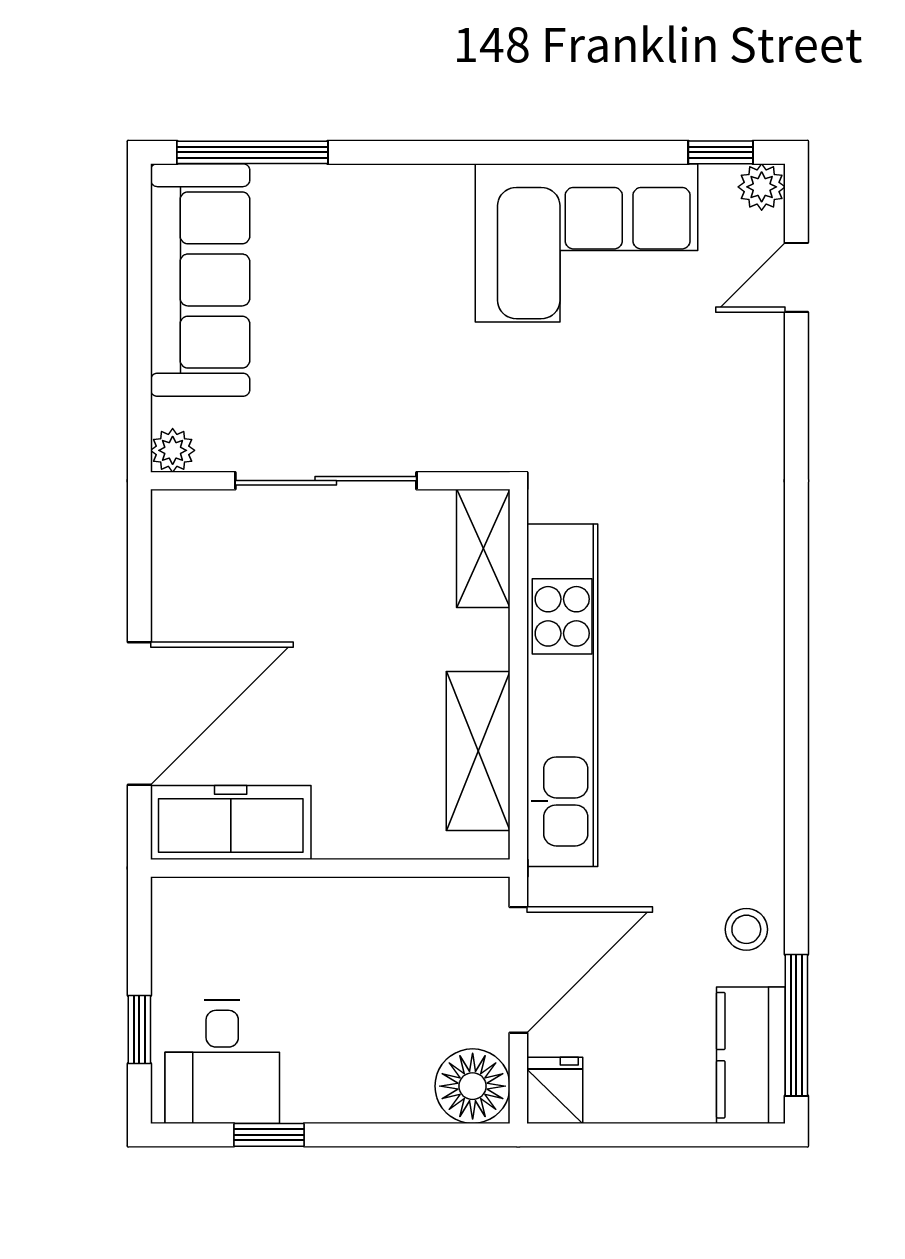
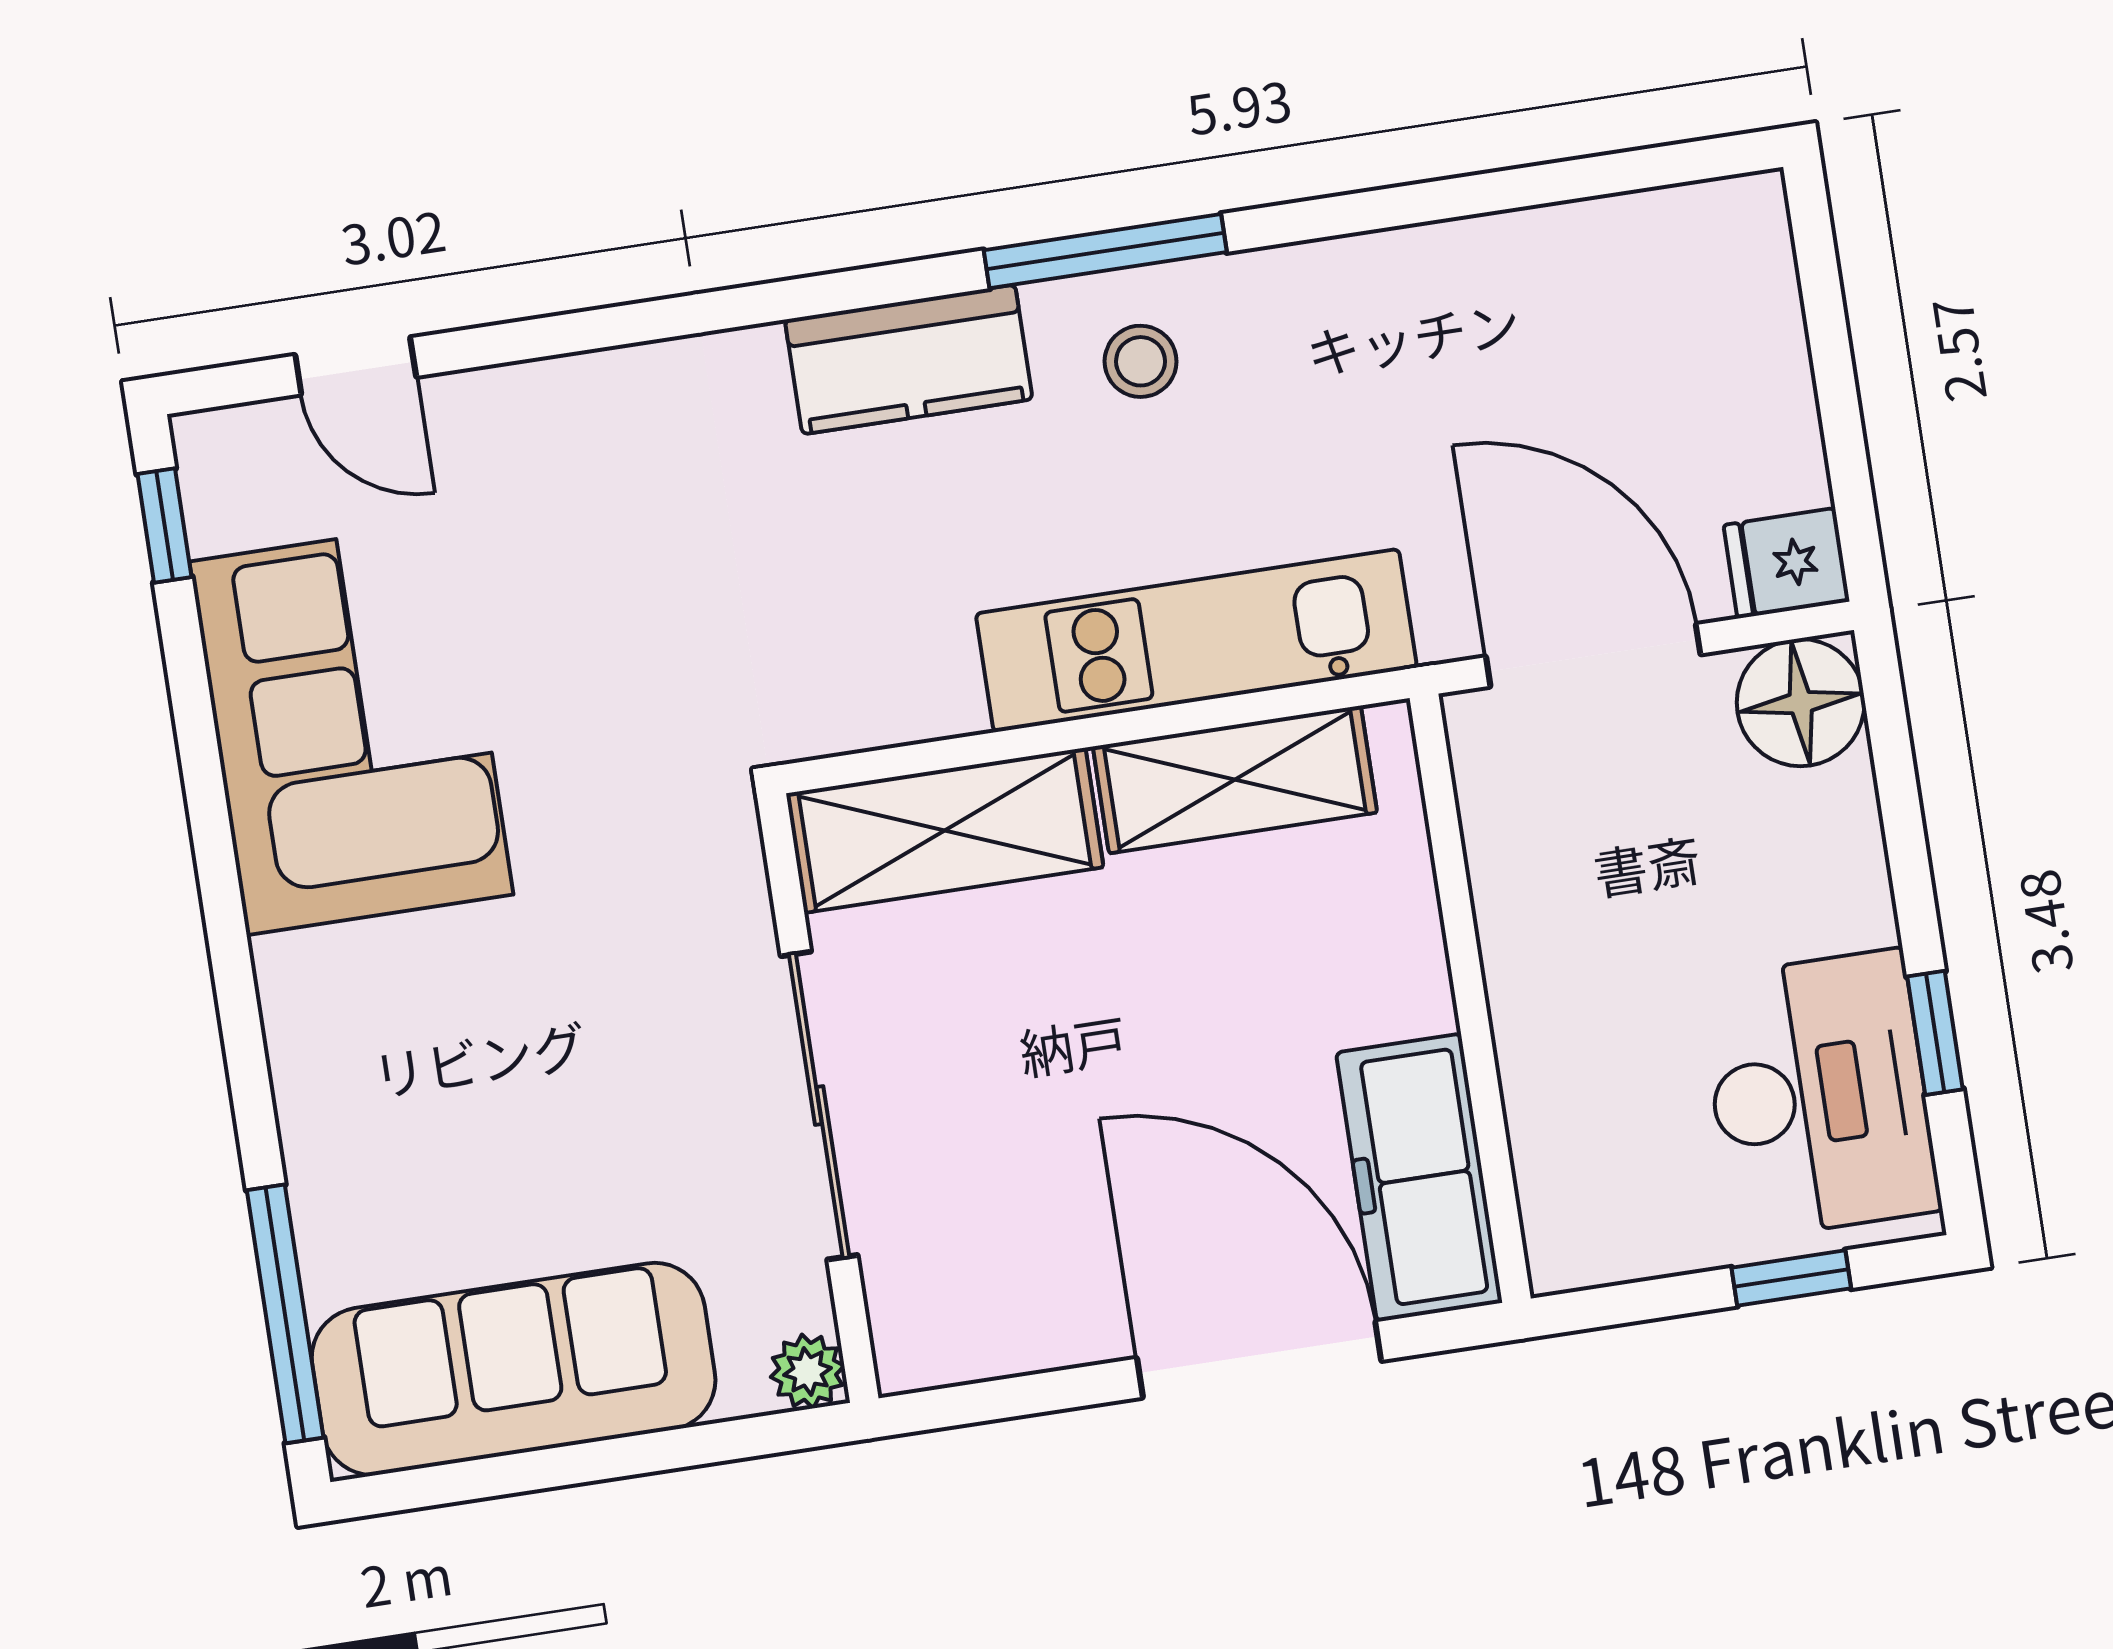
plant: (762, 187) -> (212, 448), removed
shelving: (483, 548) -> (945, 830), width x1.50, depth x1.33
kitchen unit: (562, 695) -> (1196, 641), width x0.73
stool: (746, 929) -> (1141, 361), moved
window: (796, 1025) -> (1105, 251), moved
kitchen counter: (751, 1055) -> (909, 360), moved
desk: (222, 1062) -> (1819, 1094), width x1.37

